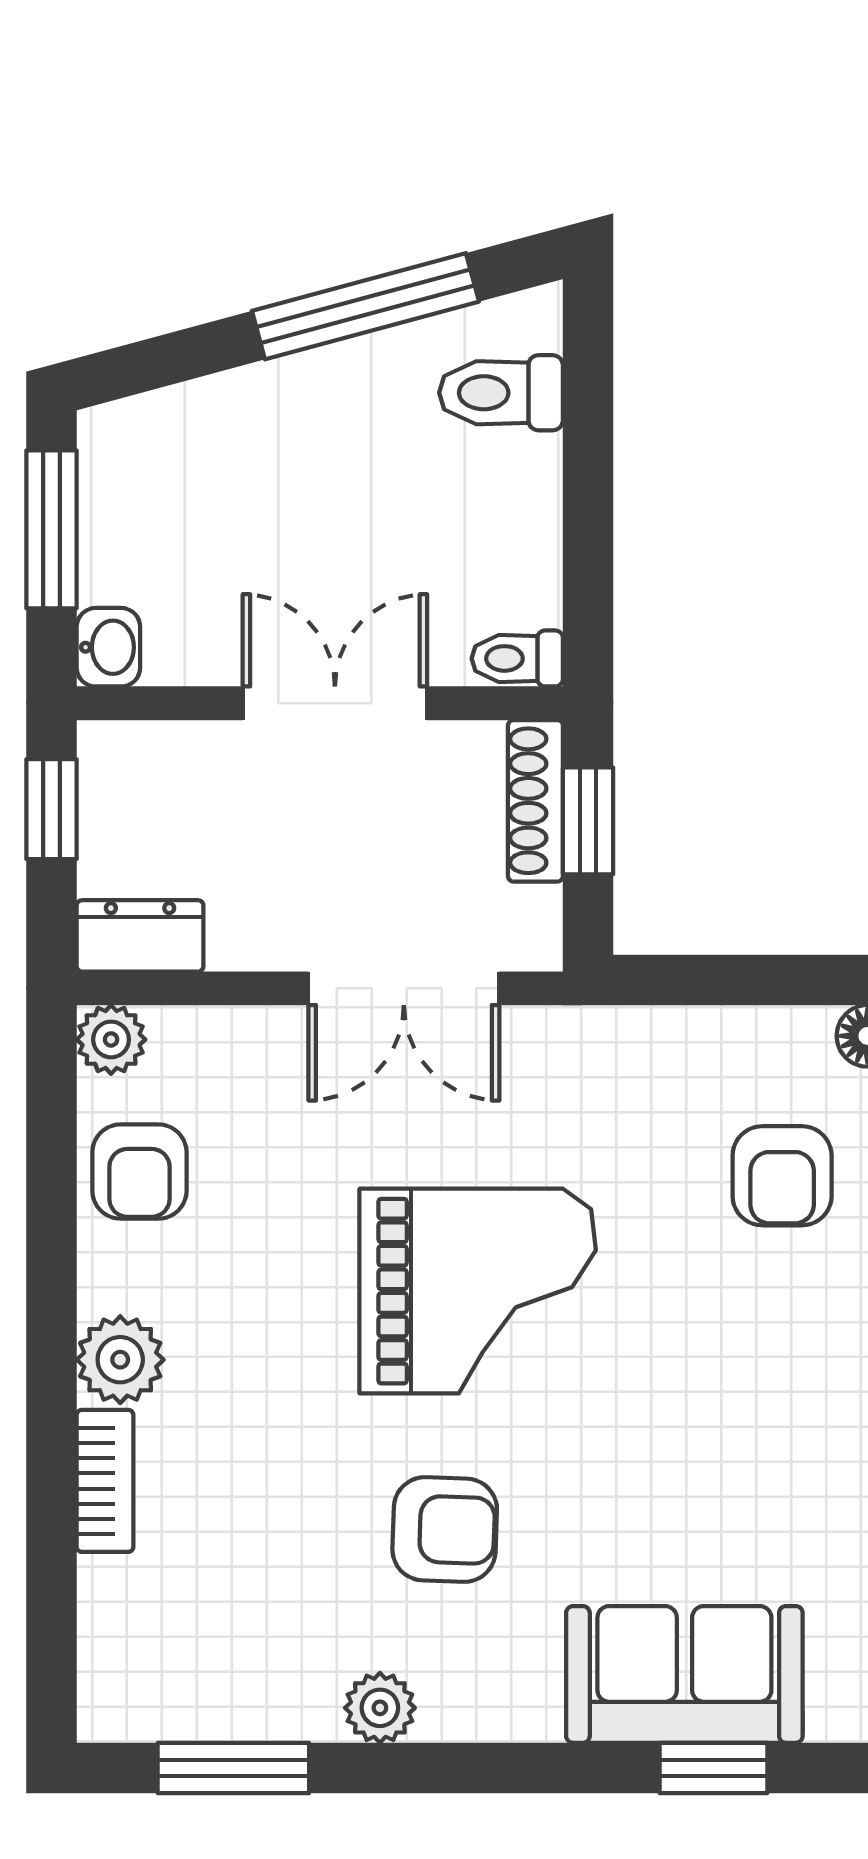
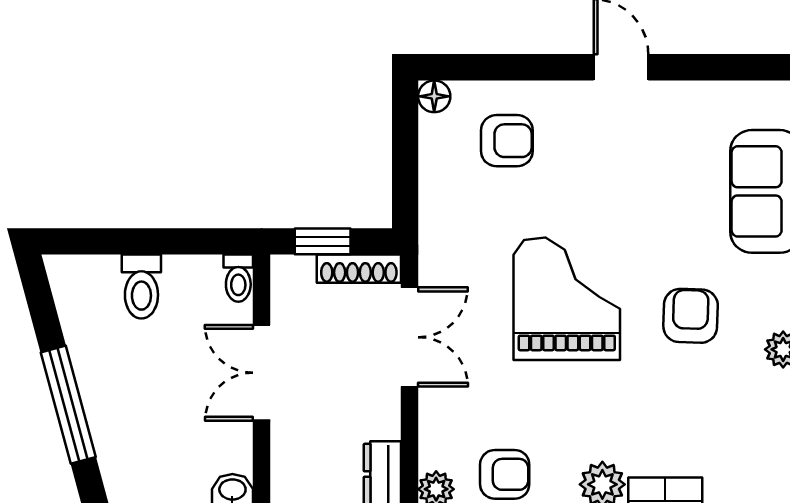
window: (365, 306) -> (68, 405), moved
toilet: (501, 393) -> (141, 287), moved
shoe rack: (535, 801) -> (359, 269), moved

